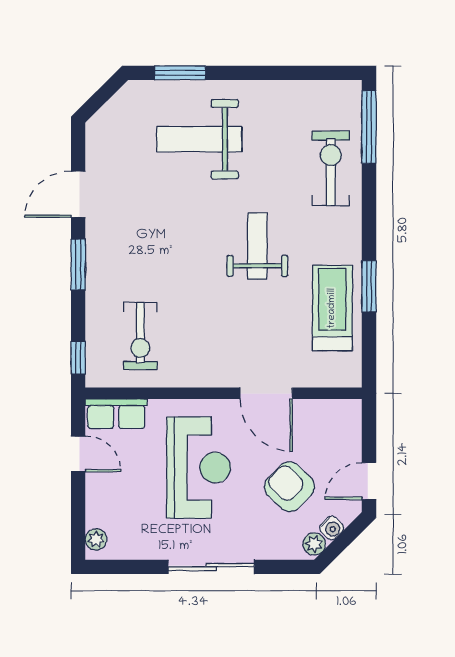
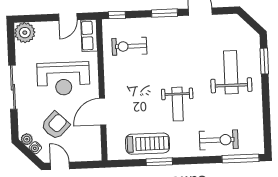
weight bench: (257, 246) -> (178, 104), turned 90
plant: (96, 539) -> (25, 33), width x1.87, depth x1.87

